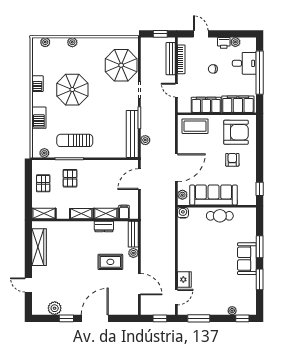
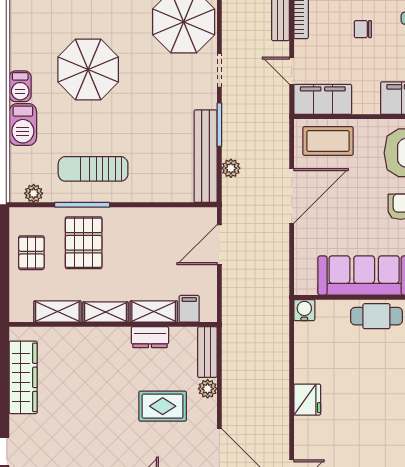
barbecue: (37, 84) -> (20, 86), moved
filing cabinet: (206, 105) -> (323, 99), moved
door: (176, 168) -> (292, 196), moved
pallet: (70, 178) -> (84, 243), width x1.50, depth x1.42
plant: (182, 195) -> (303, 275), removed
shelving: (44, 213) -> (57, 312), moved
fridge: (184, 279) -> (307, 400), moved

